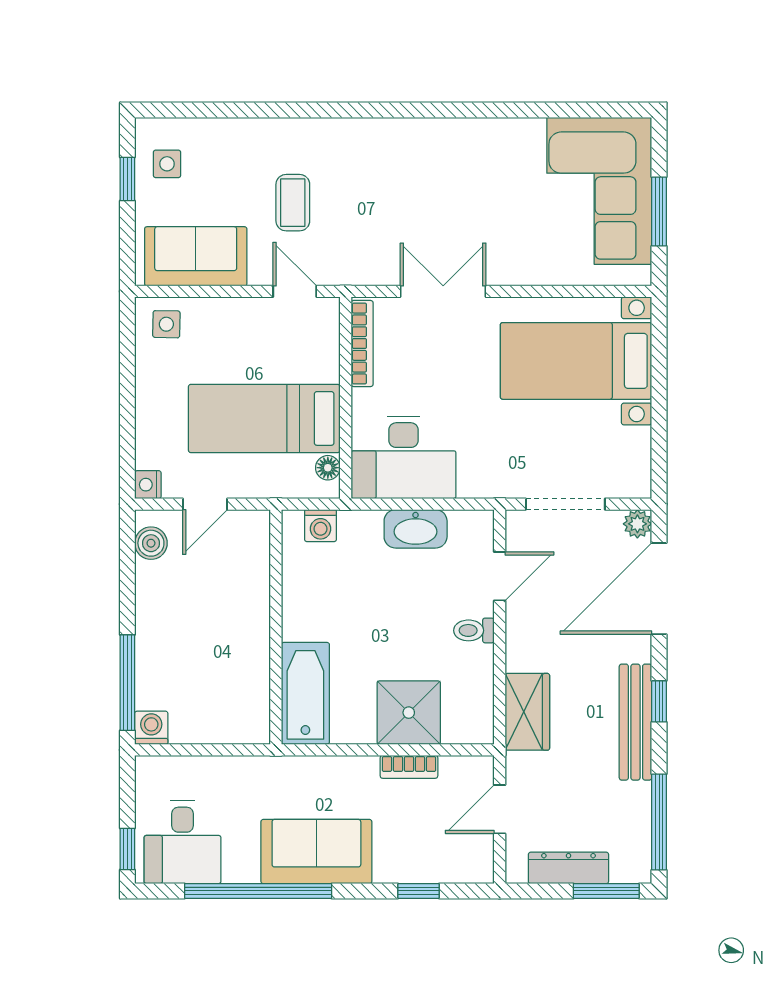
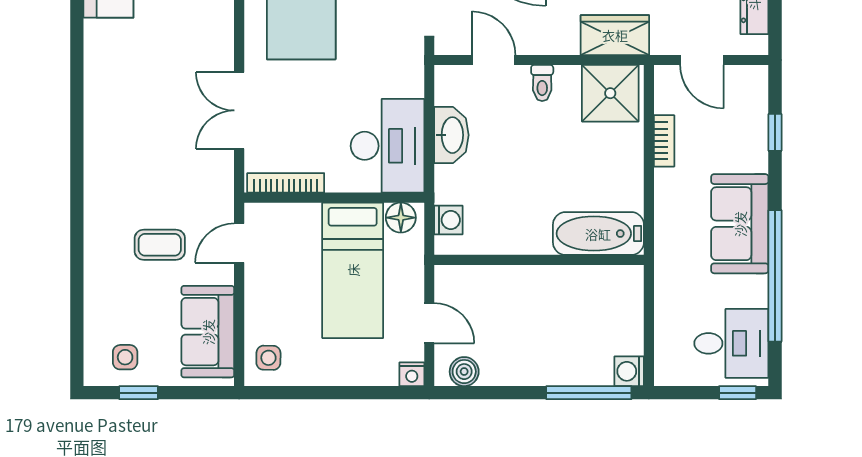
floor lamp: (328, 468) -> (401, 218), width x1.37, depth x1.37
shower: (409, 713) -> (610, 93), moved

